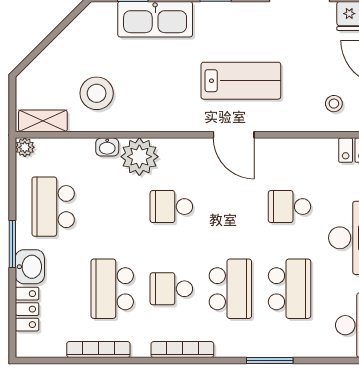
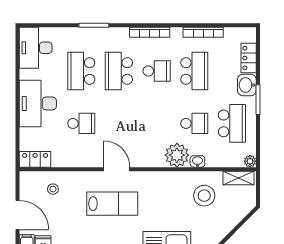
lab bench: (241, 81) -> (112, 204), turned 180
school desk: (171, 207) -> (194, 123), moved

